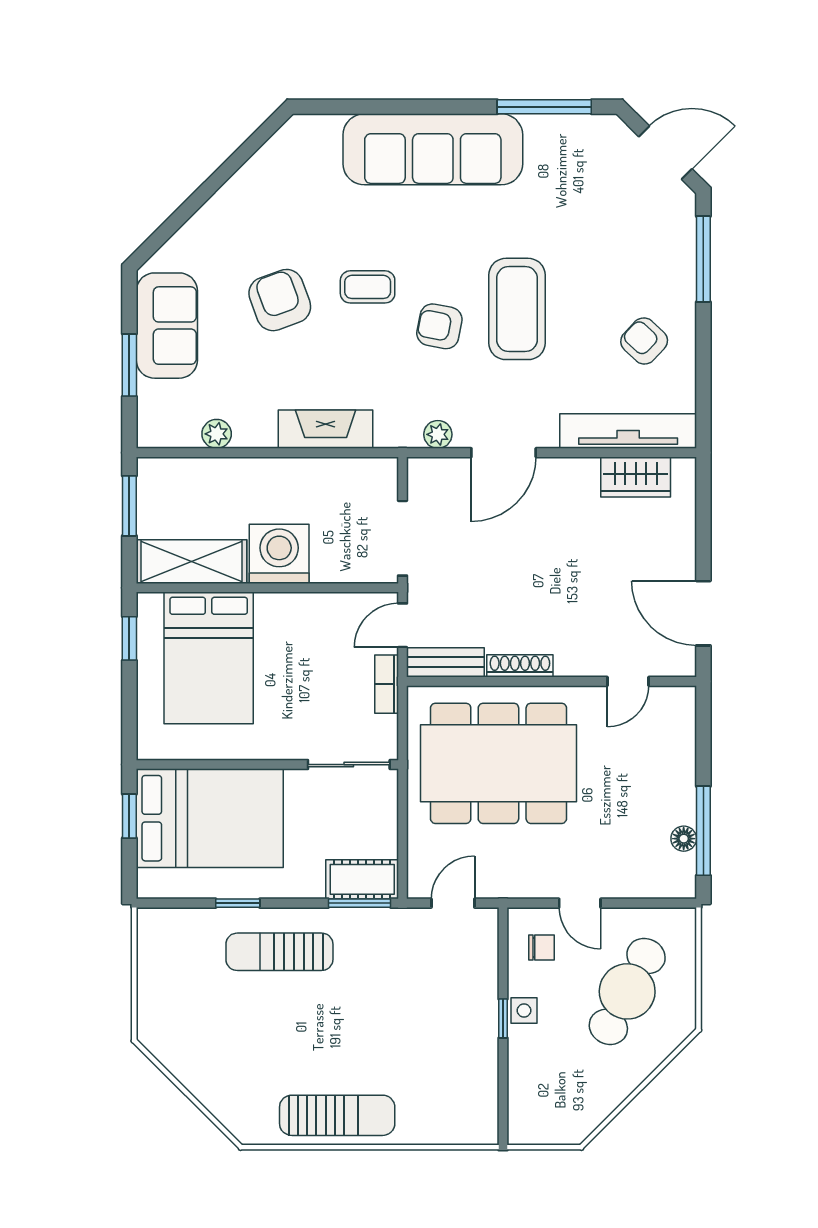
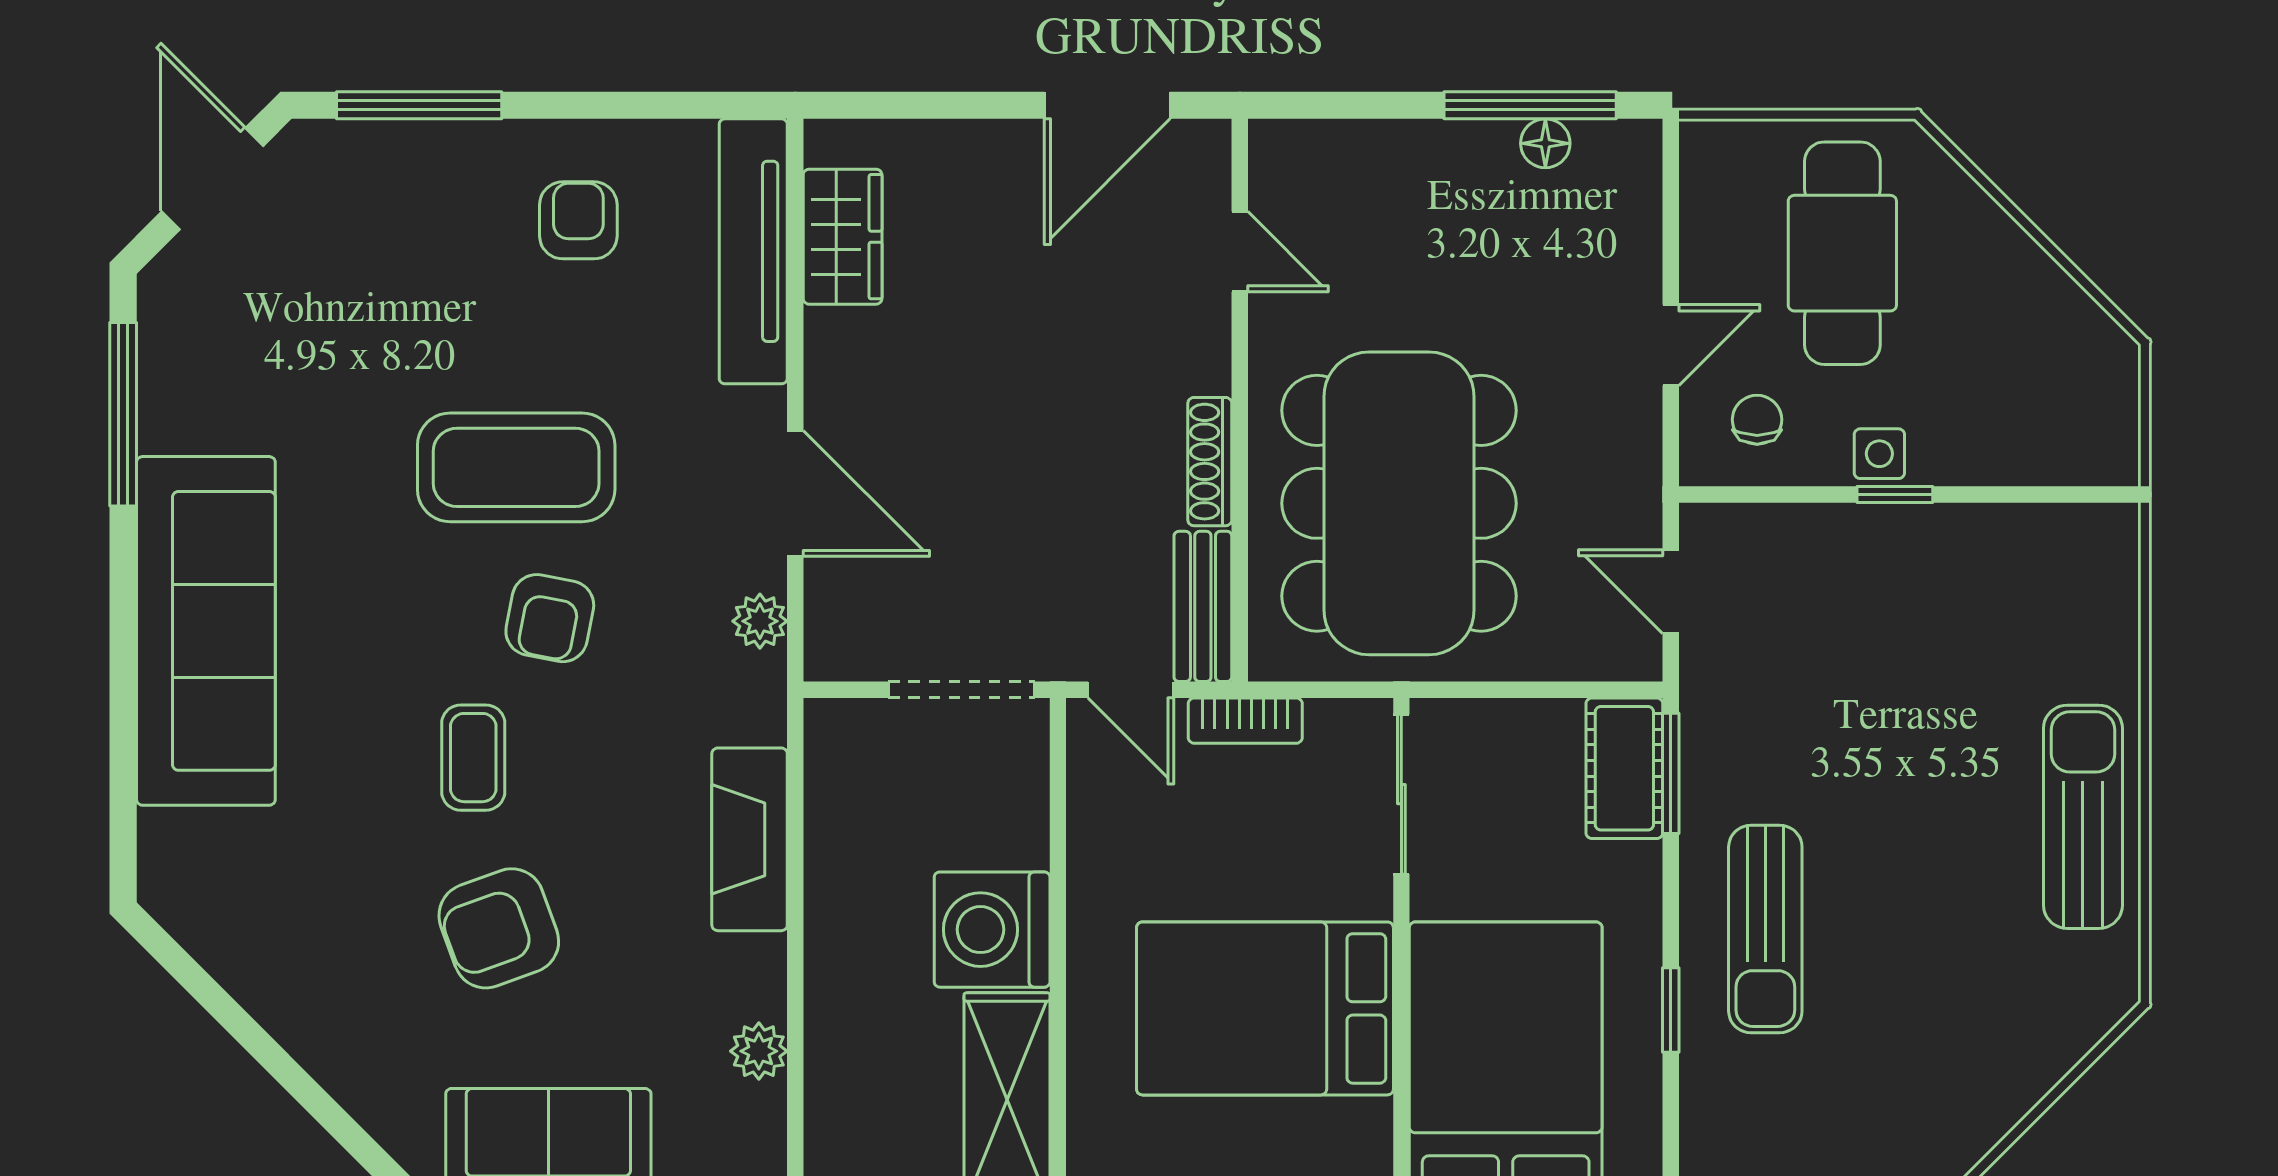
armchair: (644, 341) -> (578, 220), turned 137
bed: (209, 658) -> (1265, 1008), moved, turned 180
cafe table: (627, 991) -> (1842, 253), turned 62

